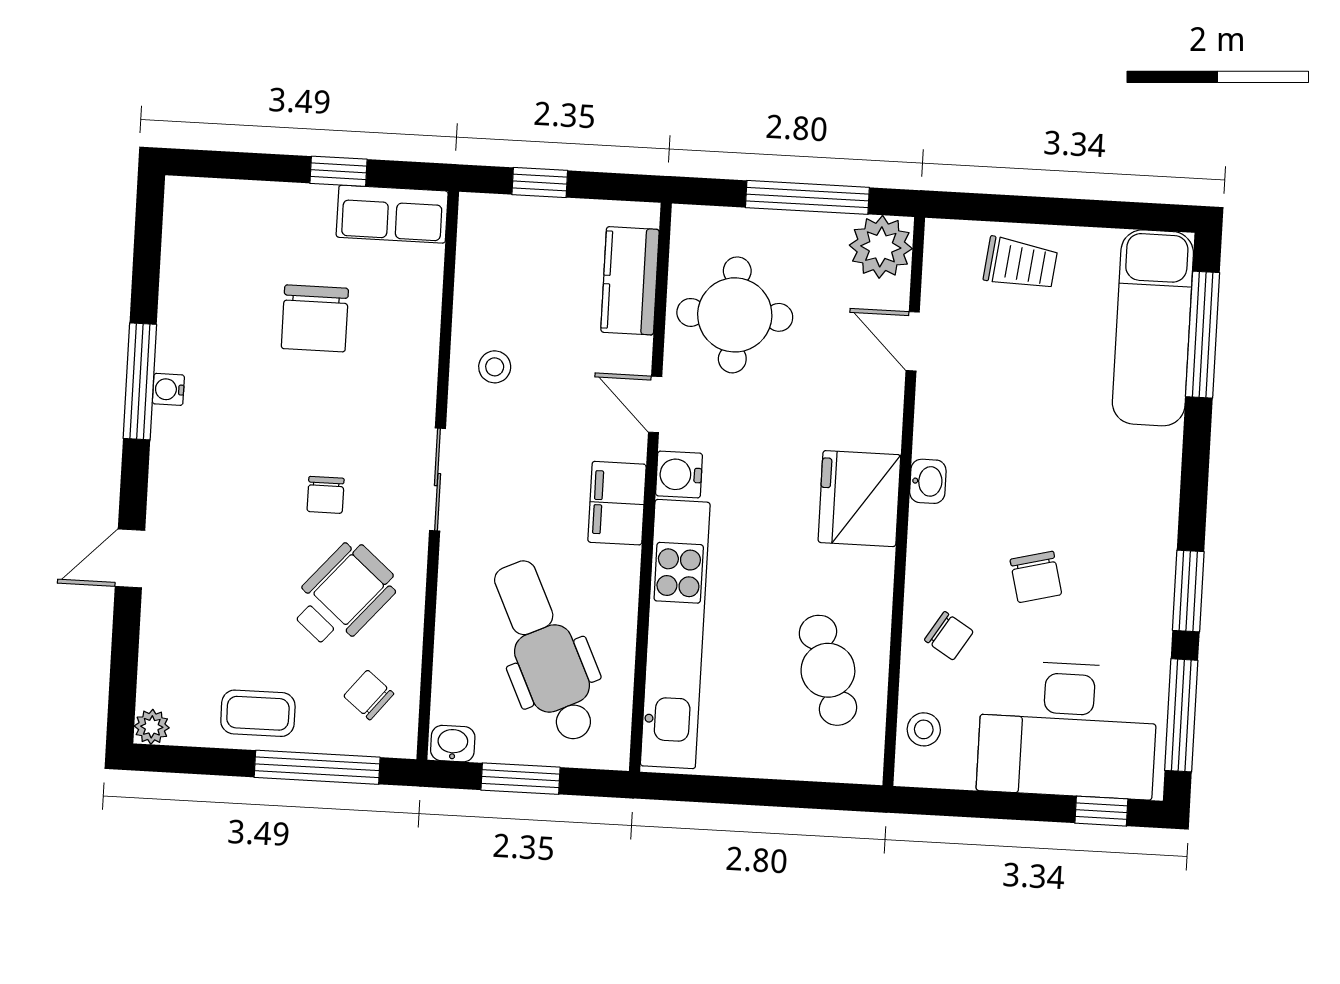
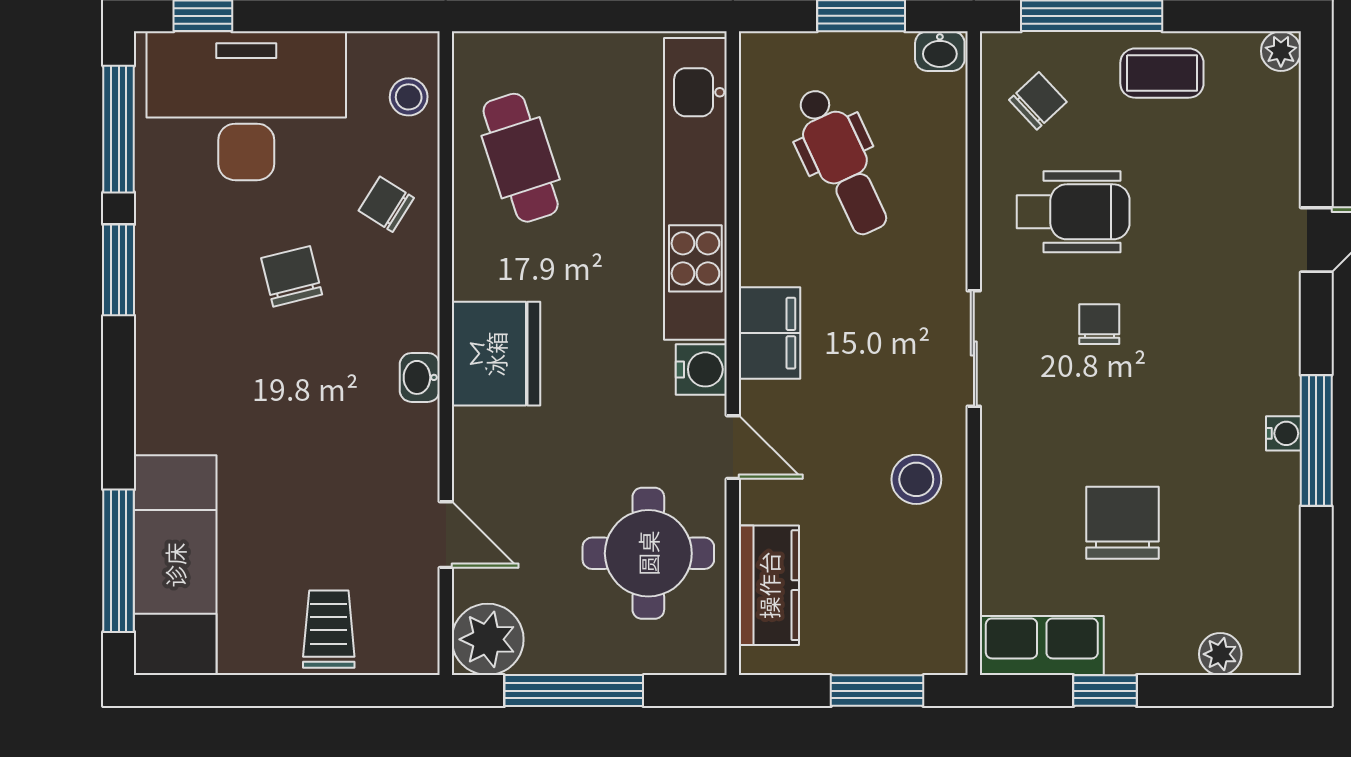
window: (540, 183) -> (877, 691), width x1.50
plant: (235, 198) -> (1220, 654), added
trolley: (1020, 264) -> (329, 629), turned 83
stool: (495, 367) -> (916, 479), width x1.37, depth x1.37
wheelchair: (343, 595) -> (1073, 212), turned -131
dental chair: (545, 651) -> (841, 161), width x0.73, depth x0.72
chair: (369, 695) -> (1038, 101), turned -82

